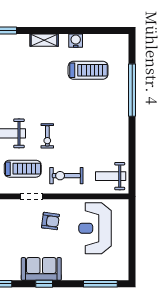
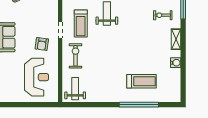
treadmill: (88, 70) -> (141, 81), moved, turned -90
exercise bike: (47, 136) -> (163, 15), moved
reception desk: (95, 228) -> (37, 77), turned 90

